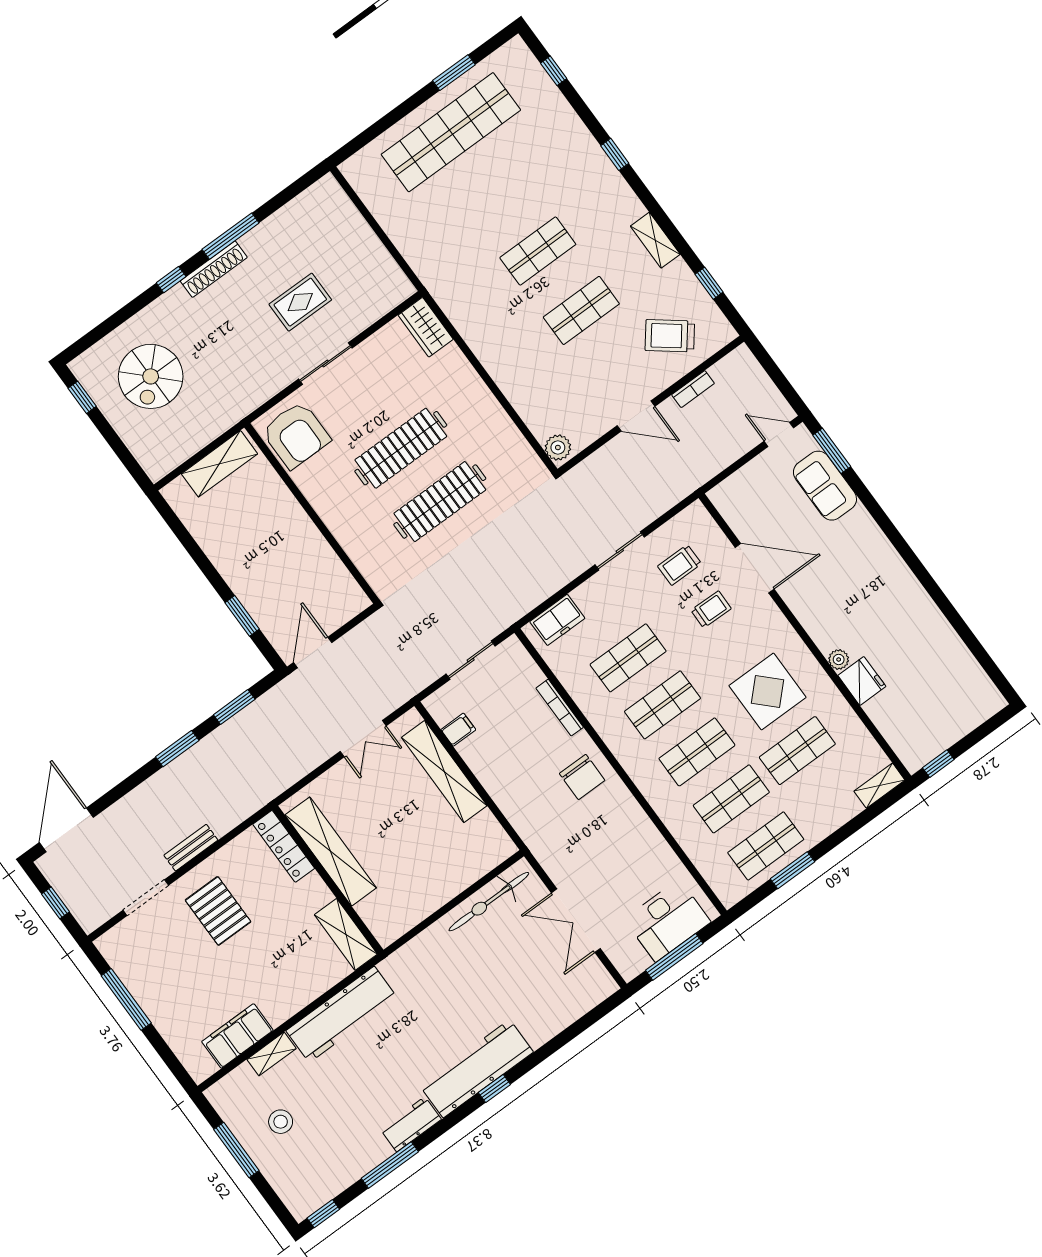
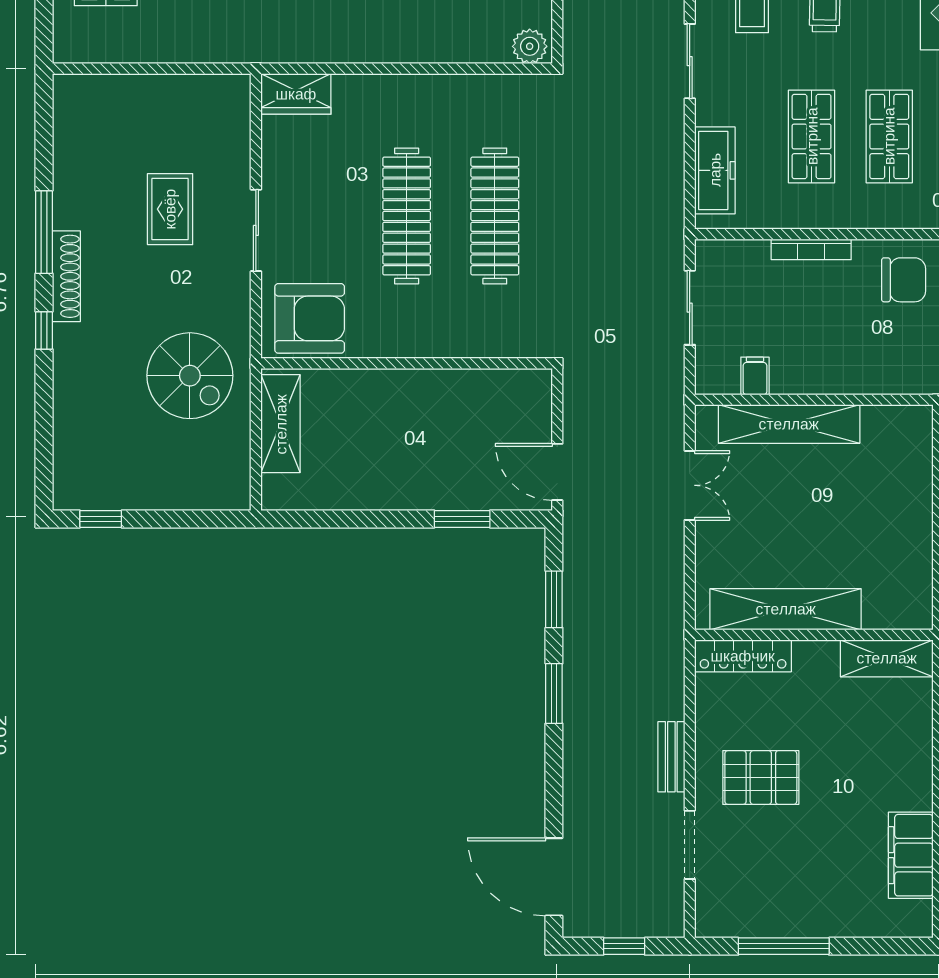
spiral stairs: (151, 376) -> (190, 376), moved
freezer: (557, 620) -> (715, 170), width x1.40

